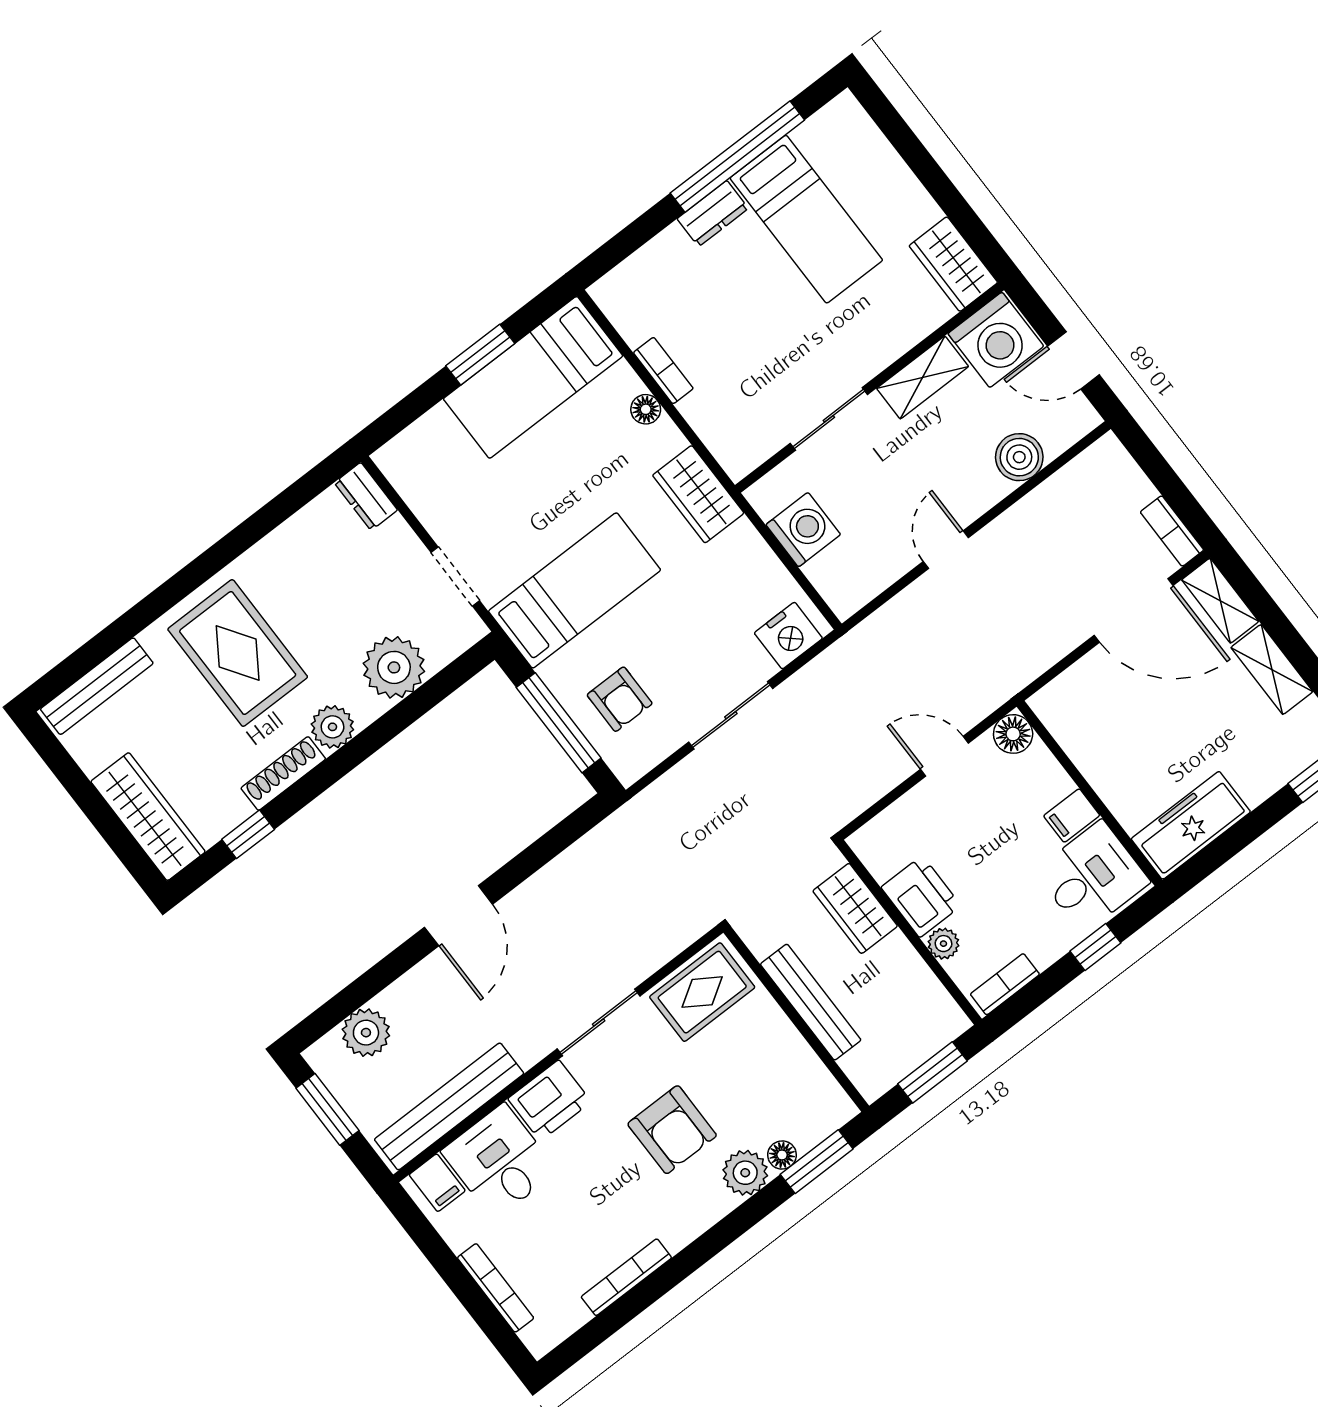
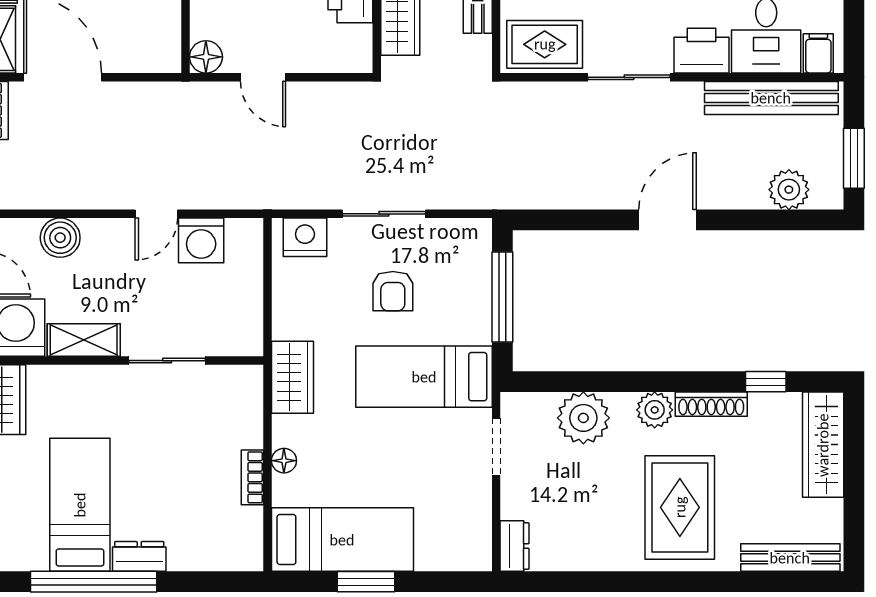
washing machine: (803, 530) -> (201, 240), moved, turned -90
armchair: (620, 699) -> (393, 291), moved, turned 180

